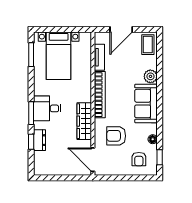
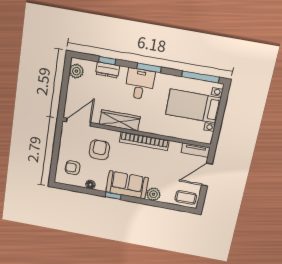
door: (121, 29) -> (207, 175), hinge flipped
window: (31, 55) -> (200, 77), width x1.44
tv unit: (99, 57) -> (196, 150), moved
window: (31, 113) -> (149, 68), moved
window: (160, 157) -> (113, 196), moved
plant: (46, 169) -> (76, 71), added

